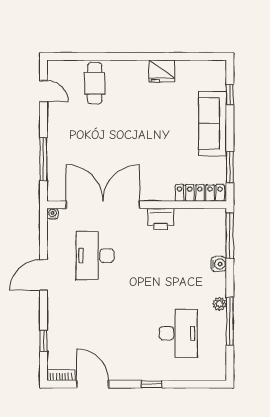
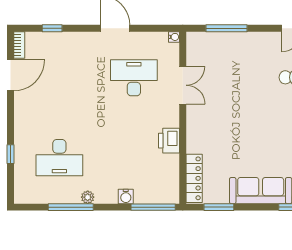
double door: (103, 205) -> (183, 85), width x0.54
window: (152, 384) -> (11, 154), moved

